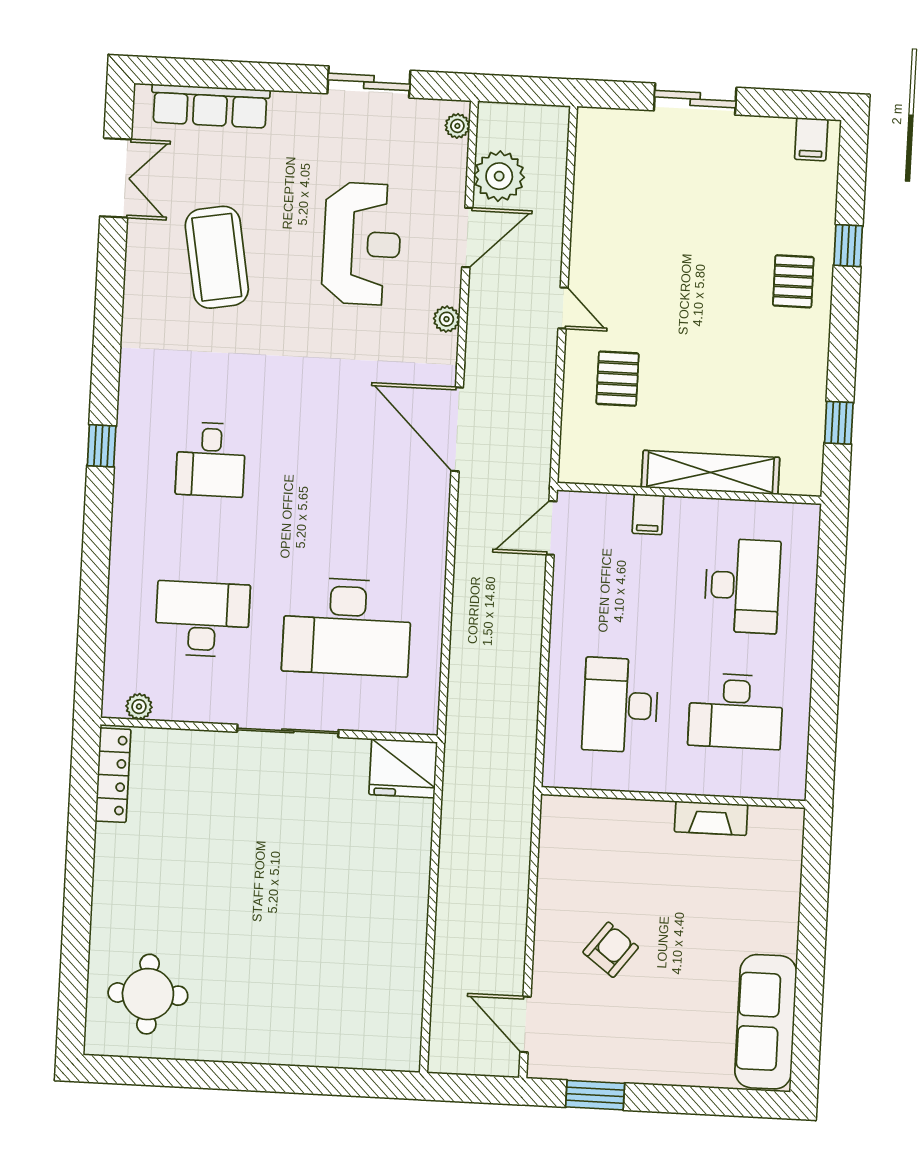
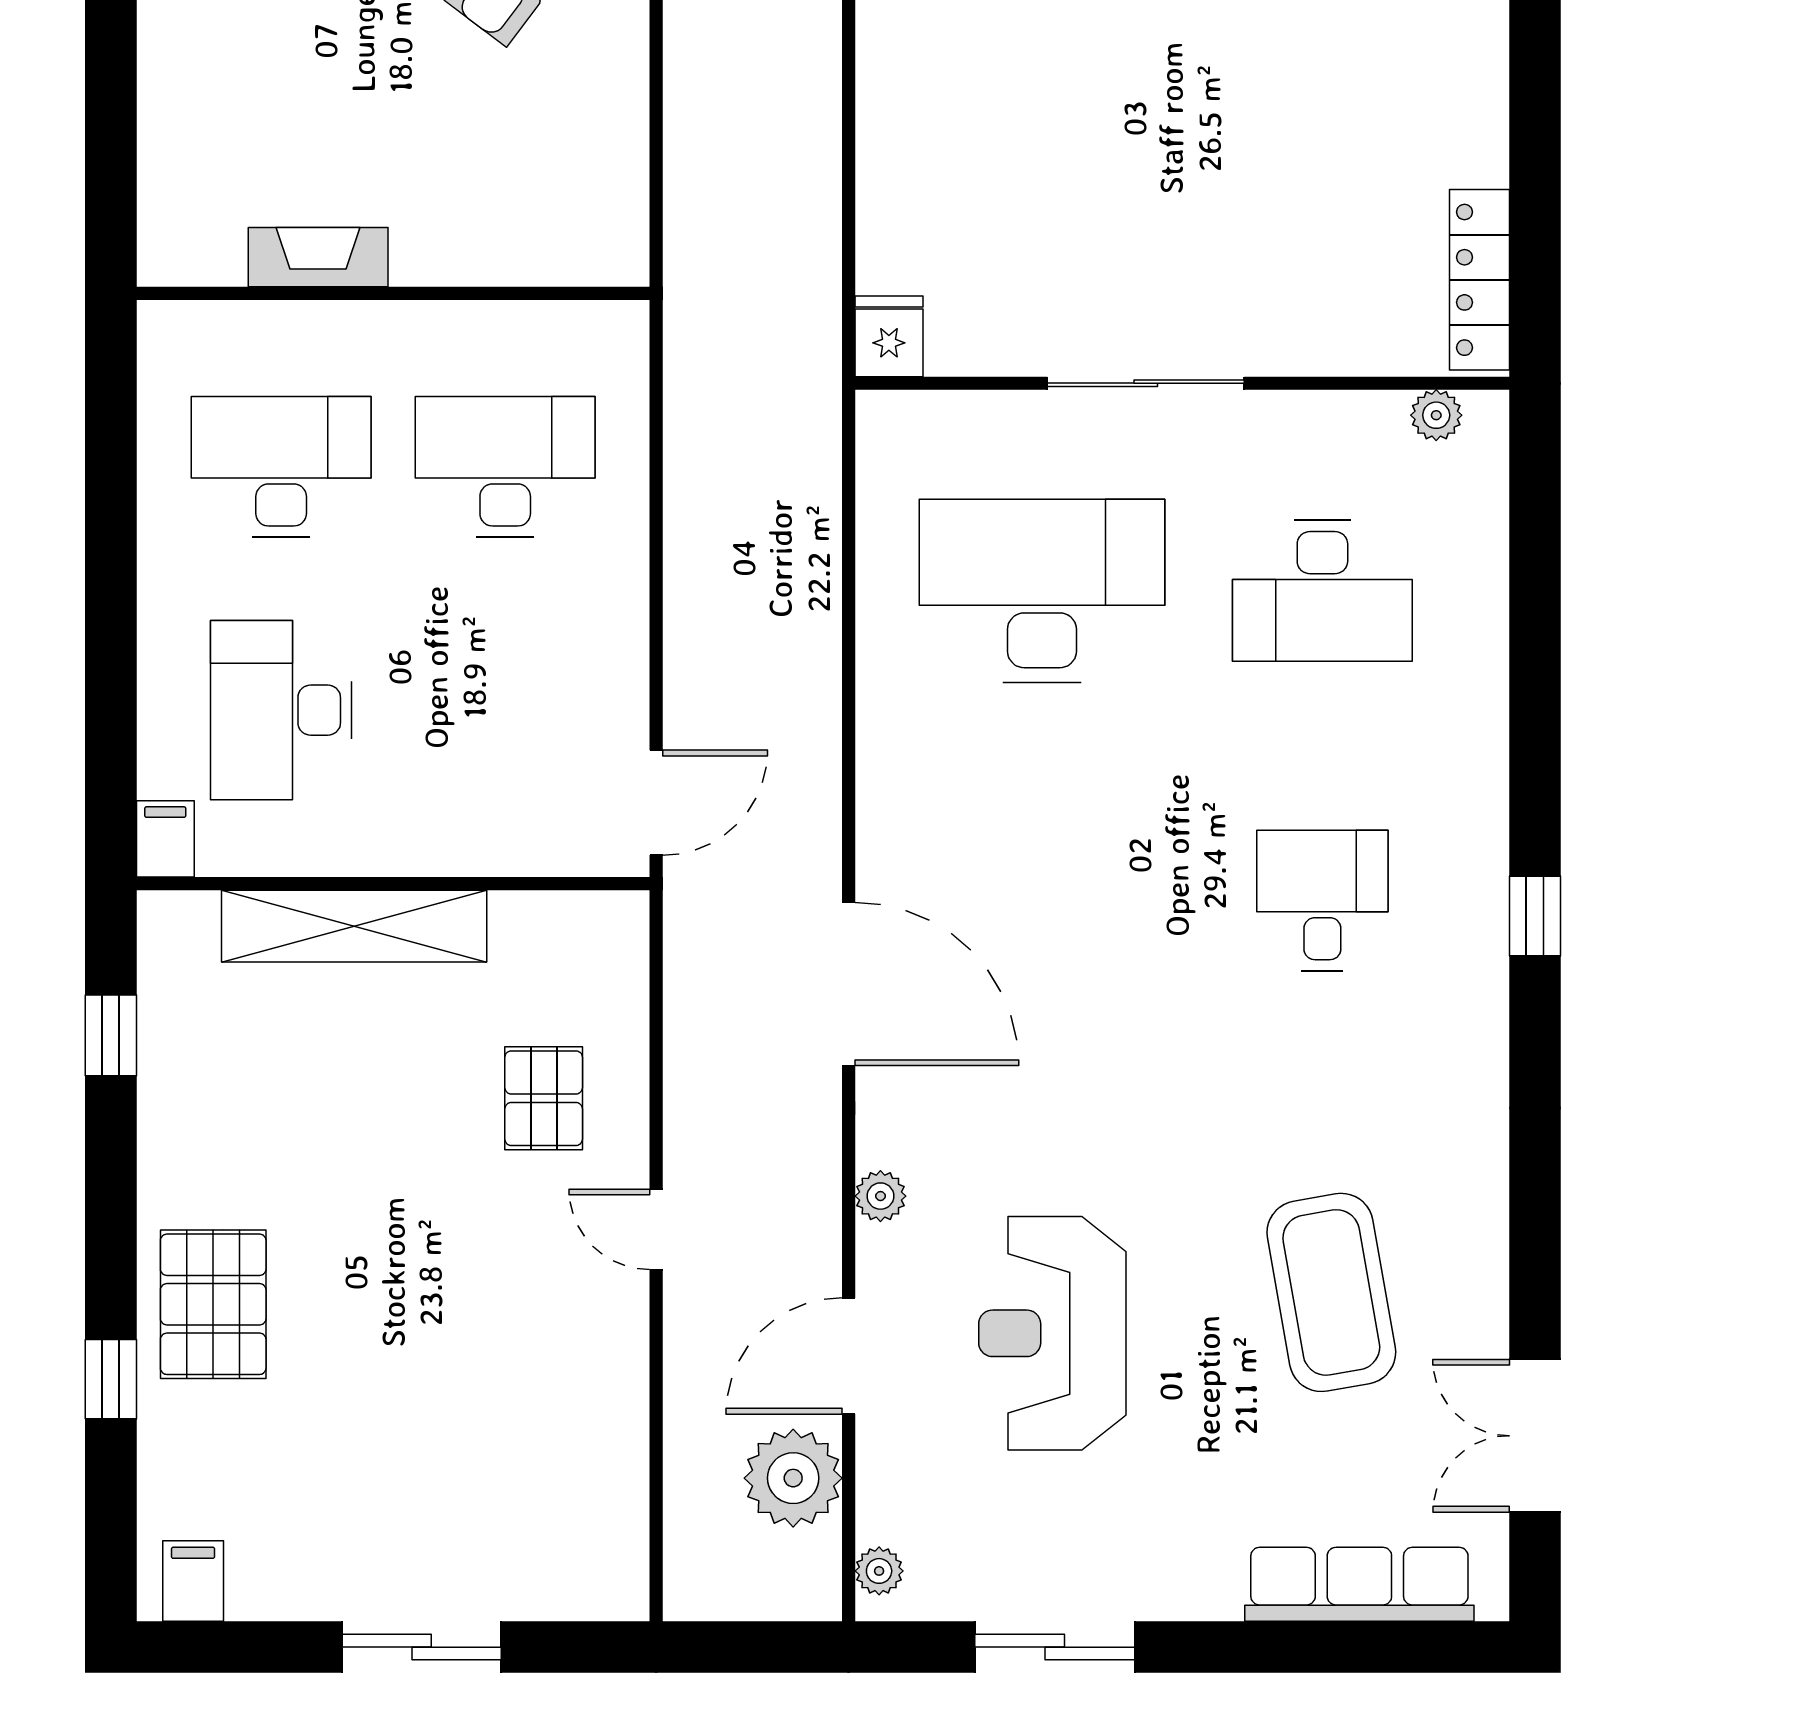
pallet: (793, 281) -> (213, 1304), width x1.50, depth x1.42
filing cabinet: (648, 514) -> (165, 839), moved
desk: (620, 705) -> (505, 467), turned -90
fridge: (403, 768) -> (889, 336), width x0.53, depth x0.75

